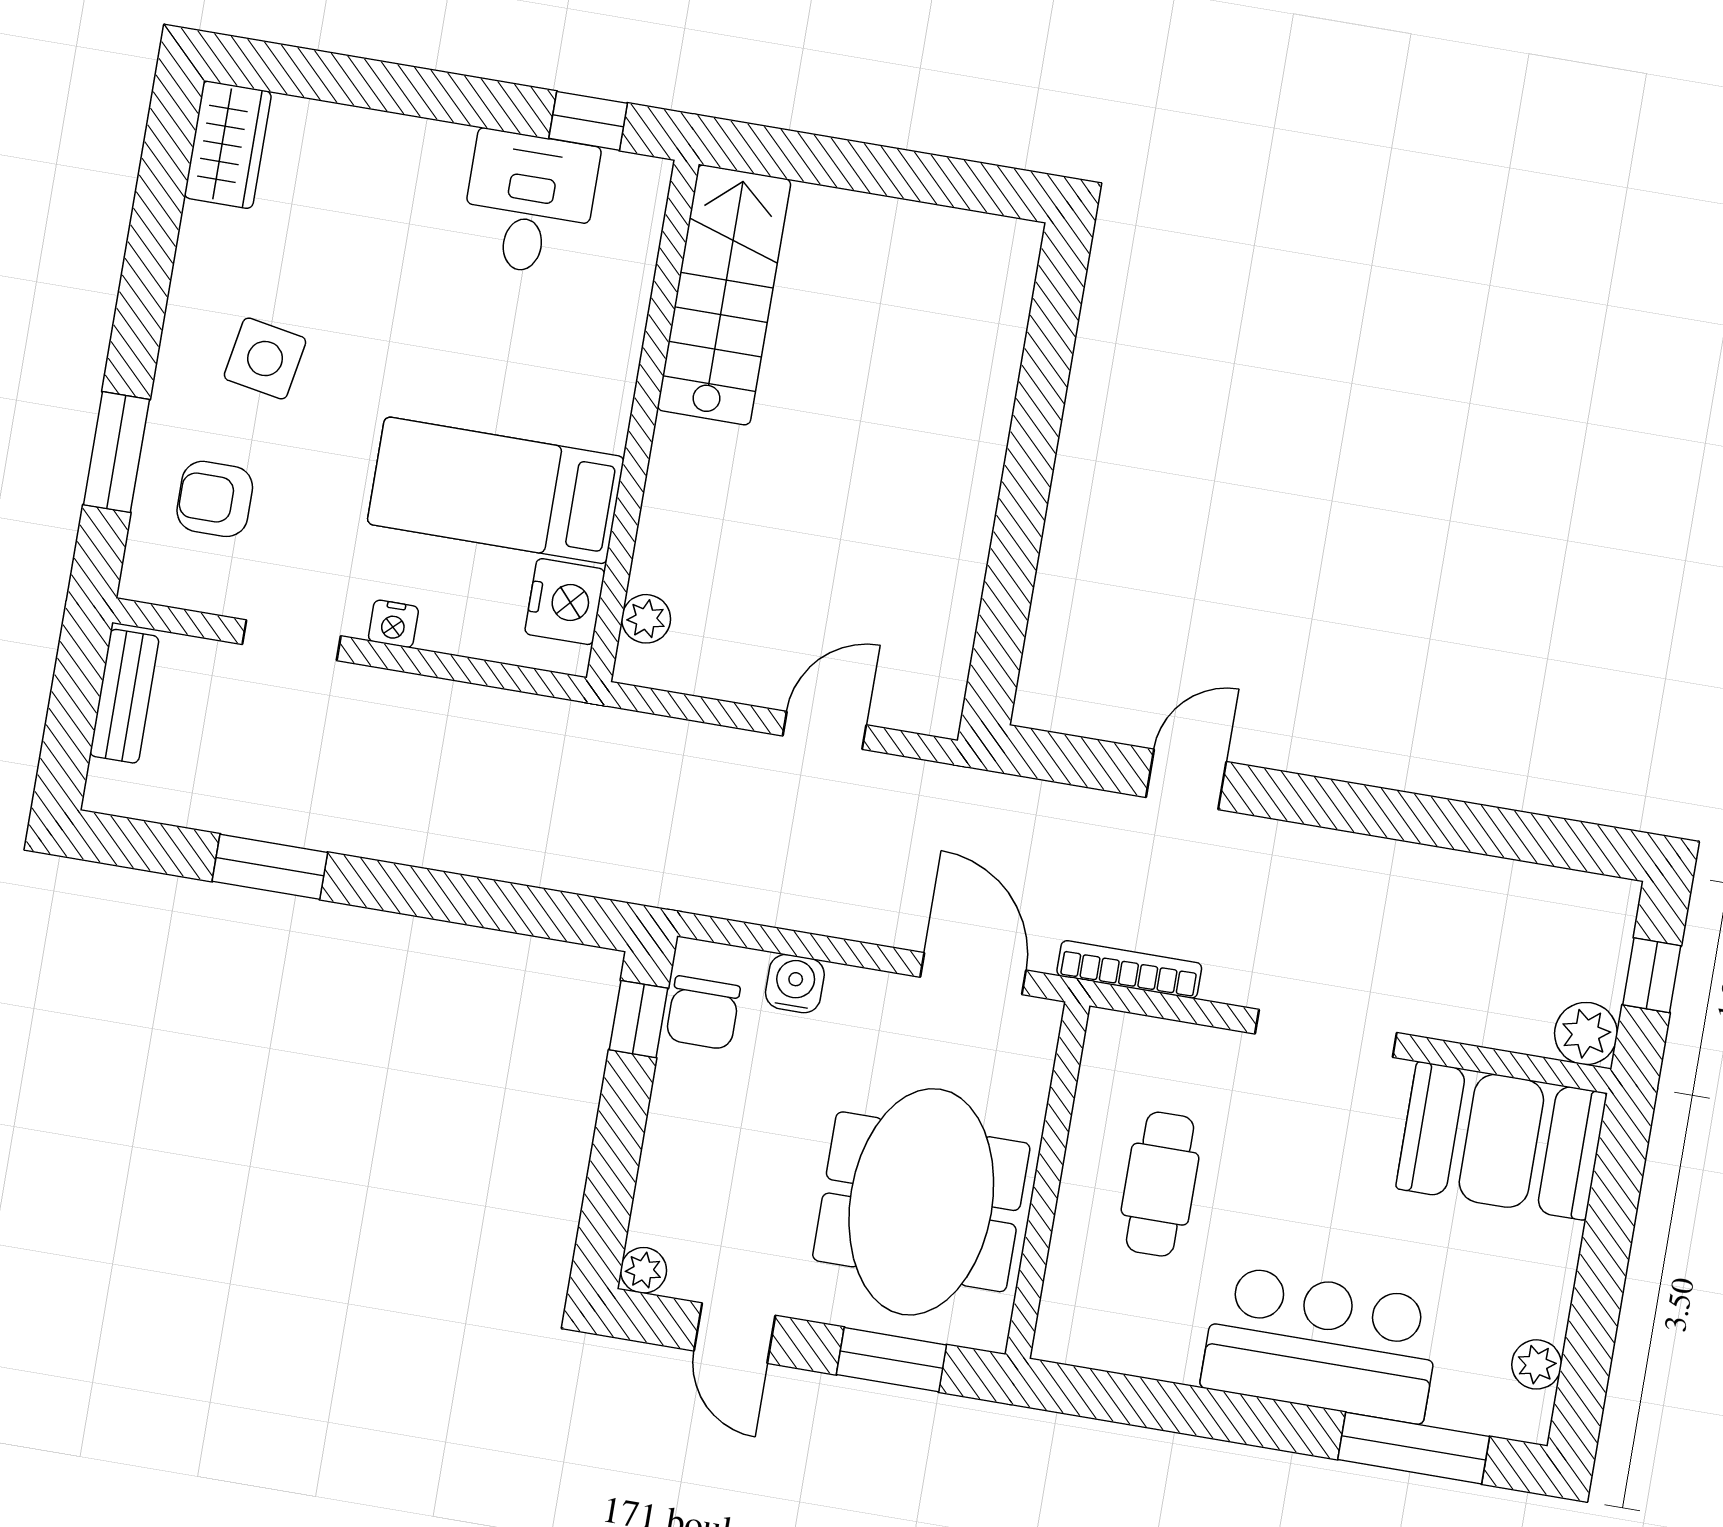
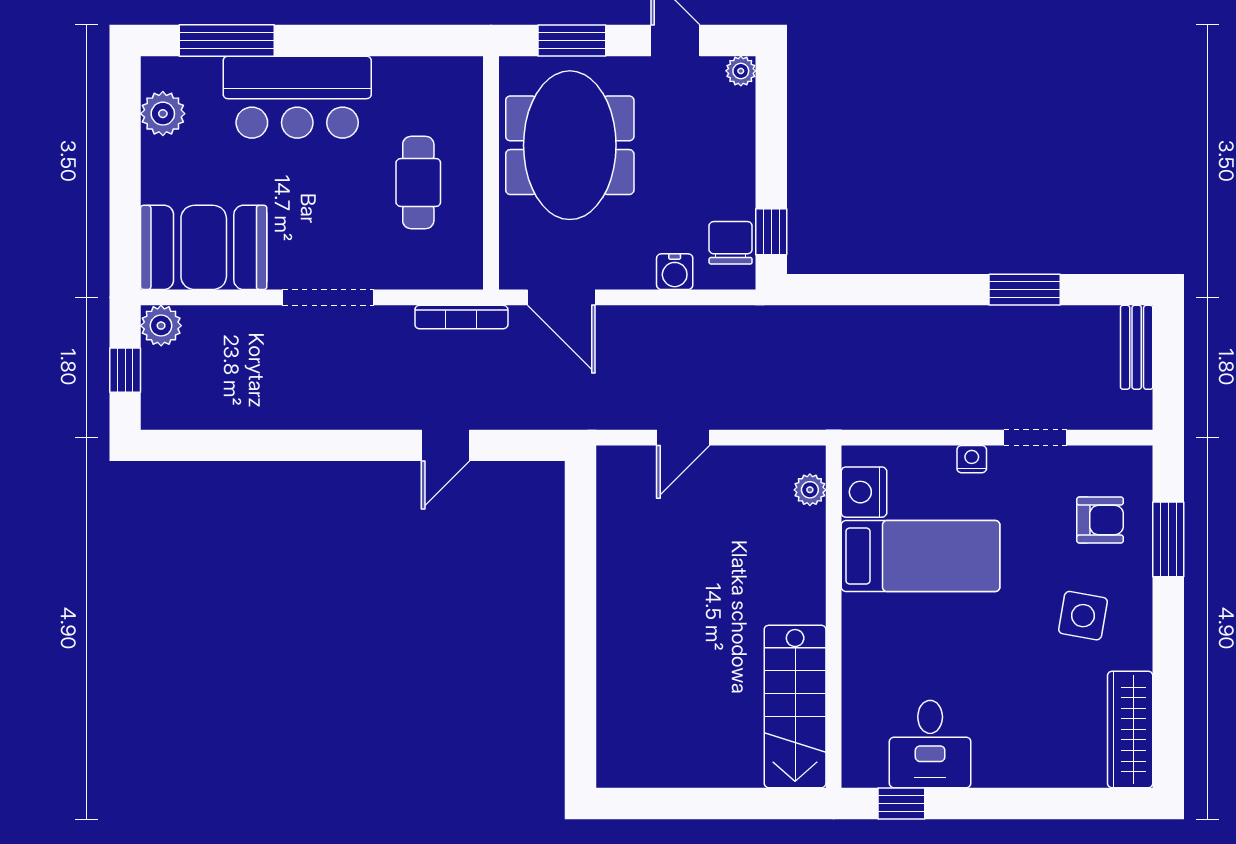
wardrobe: (228, 145) -> (1130, 729), width x1.50
bench: (124, 696) -> (1137, 347), moved
plant: (1537, 1364) -> (163, 114), width x1.38, depth x1.38

